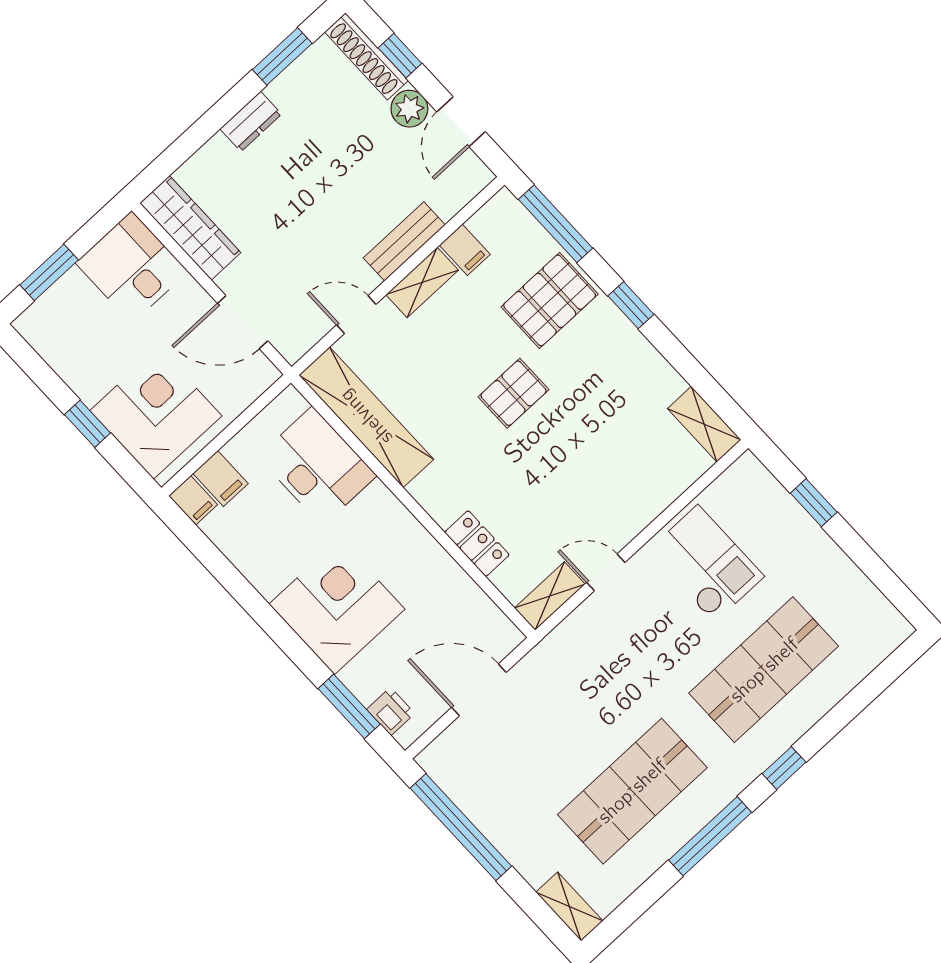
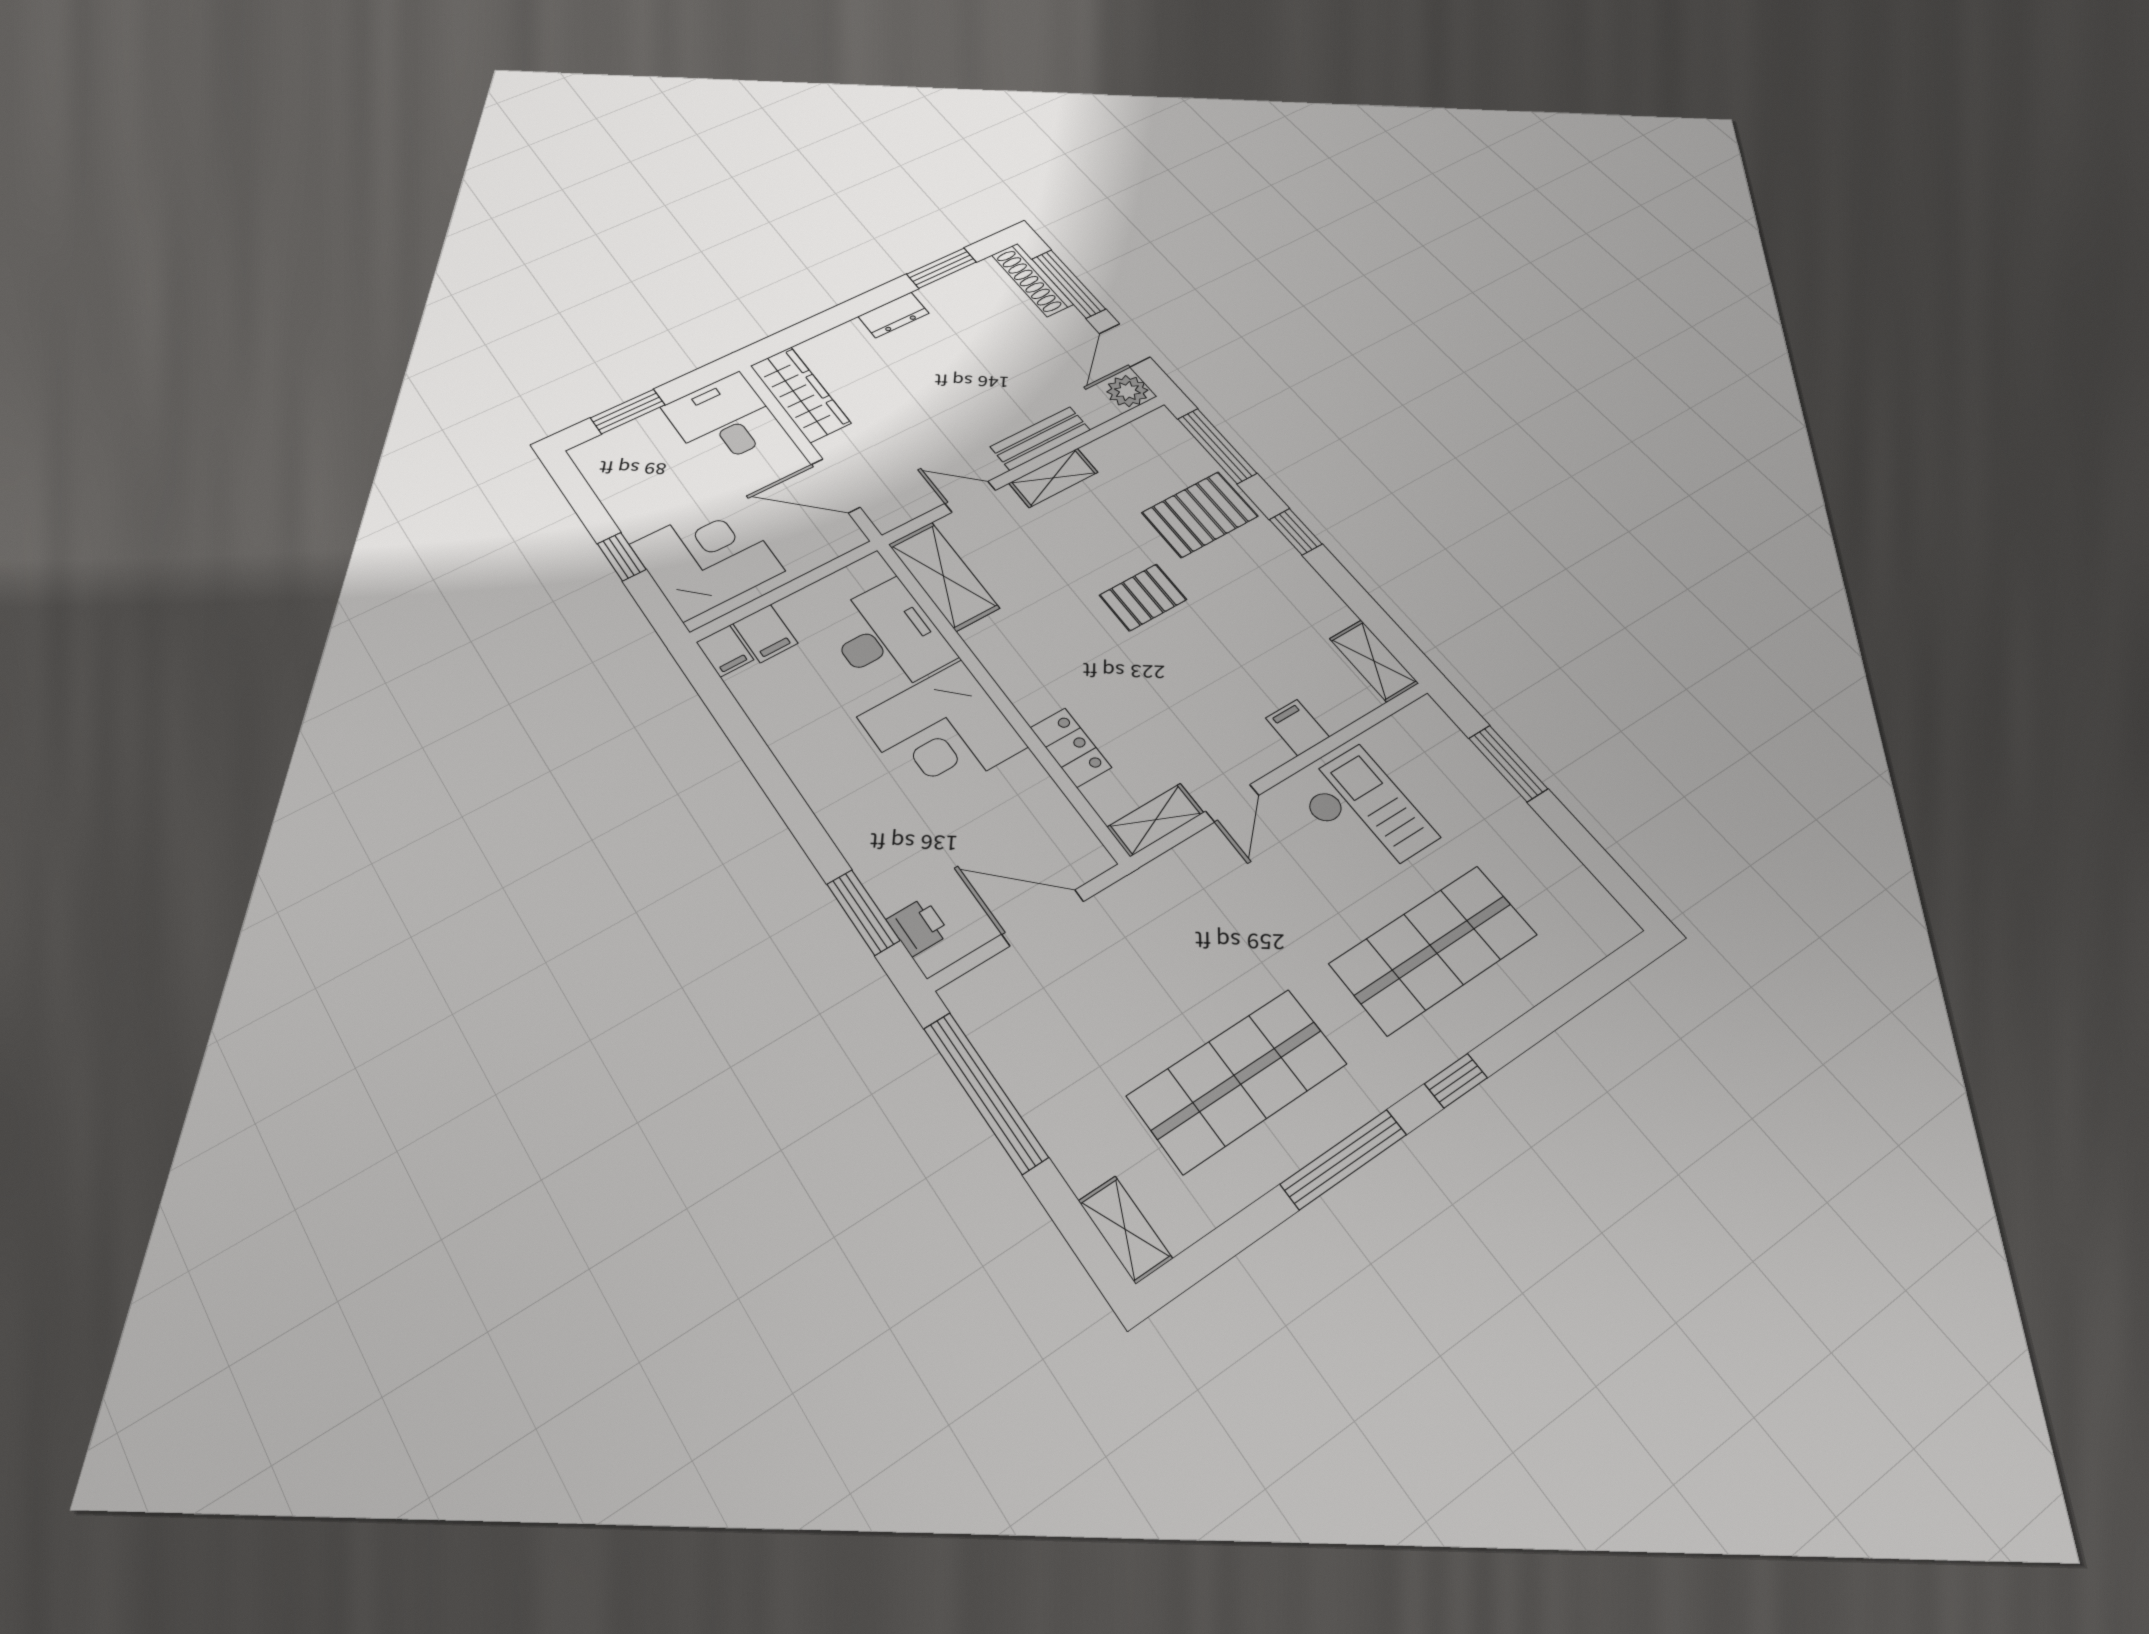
window: (400, 56) -> (1068, 284), width x2.17
plant: (409, 109) -> (1127, 391), moved
filing cabinet: (465, 250) -> (1297, 727), moved, turned 180
shelving: (366, 417) -> (944, 576), width x0.68
window: (814, 503) -> (1508, 763), width x1.50
door: (606, 572) -> (1232, 803), swing flipped
corner desk: (337, 607) -> (942, 732), moved, turned 180

